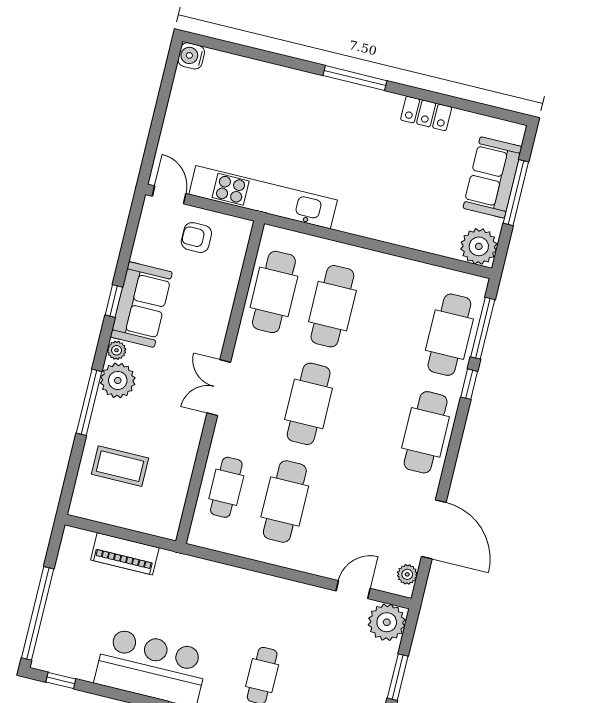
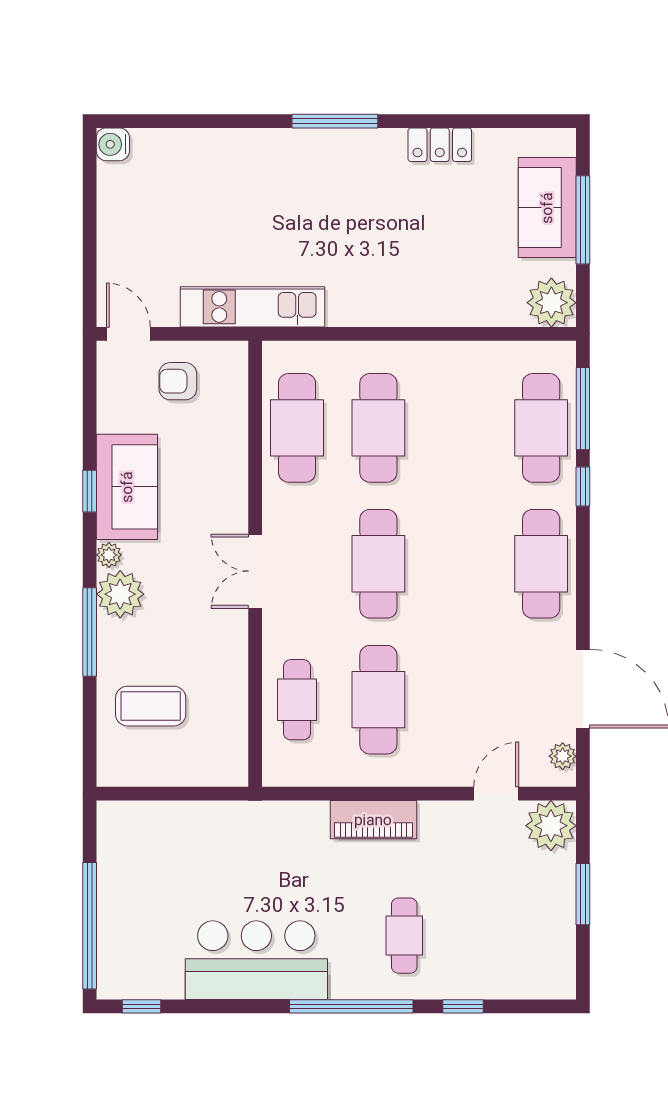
kitchen unit: (263, 197) -> (252, 307), width x0.73
piano: (125, 554) -> (373, 820), moved

